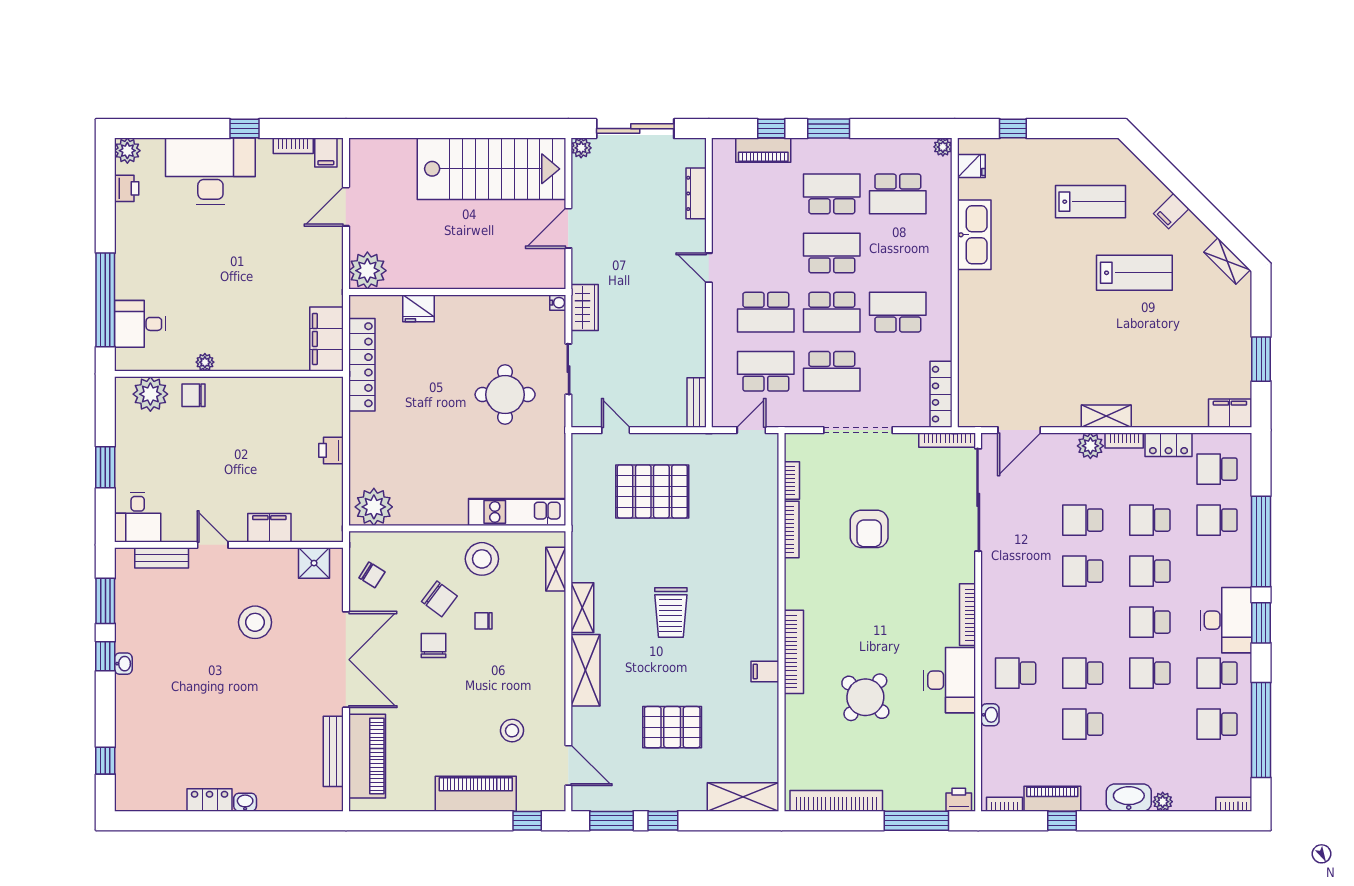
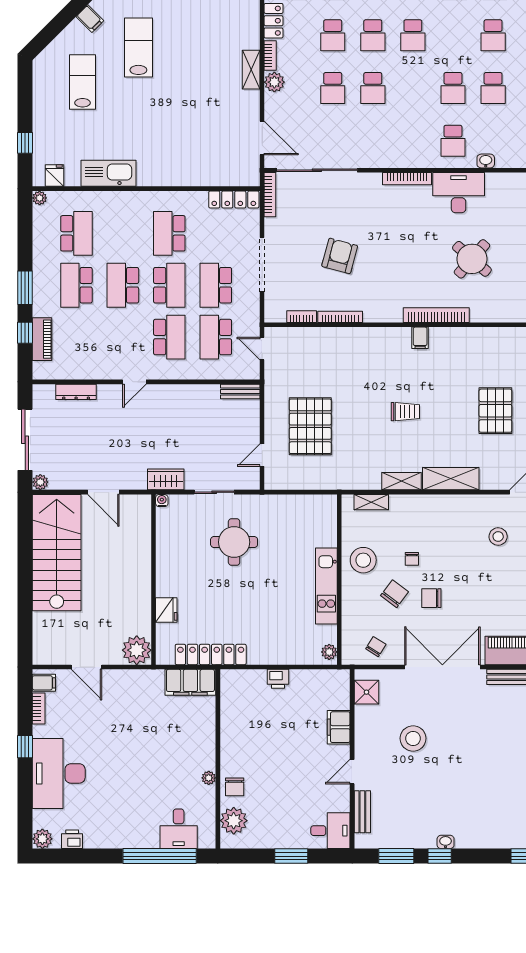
school desk: (832, 371) -> (216, 285), turned 180
plant: (374, 507) -> (329, 652), width x0.53, depth x0.53
kitchen unit: (517, 512) -> (326, 586), moved
armchair: (869, 529) -> (340, 256), turned -75
trolley: (671, 612) -> (405, 412), width x0.73, depth x0.72
filing cabinet: (765, 671) -> (420, 338), moved
school desk: (1150, 673) -> (493, 35), moved

